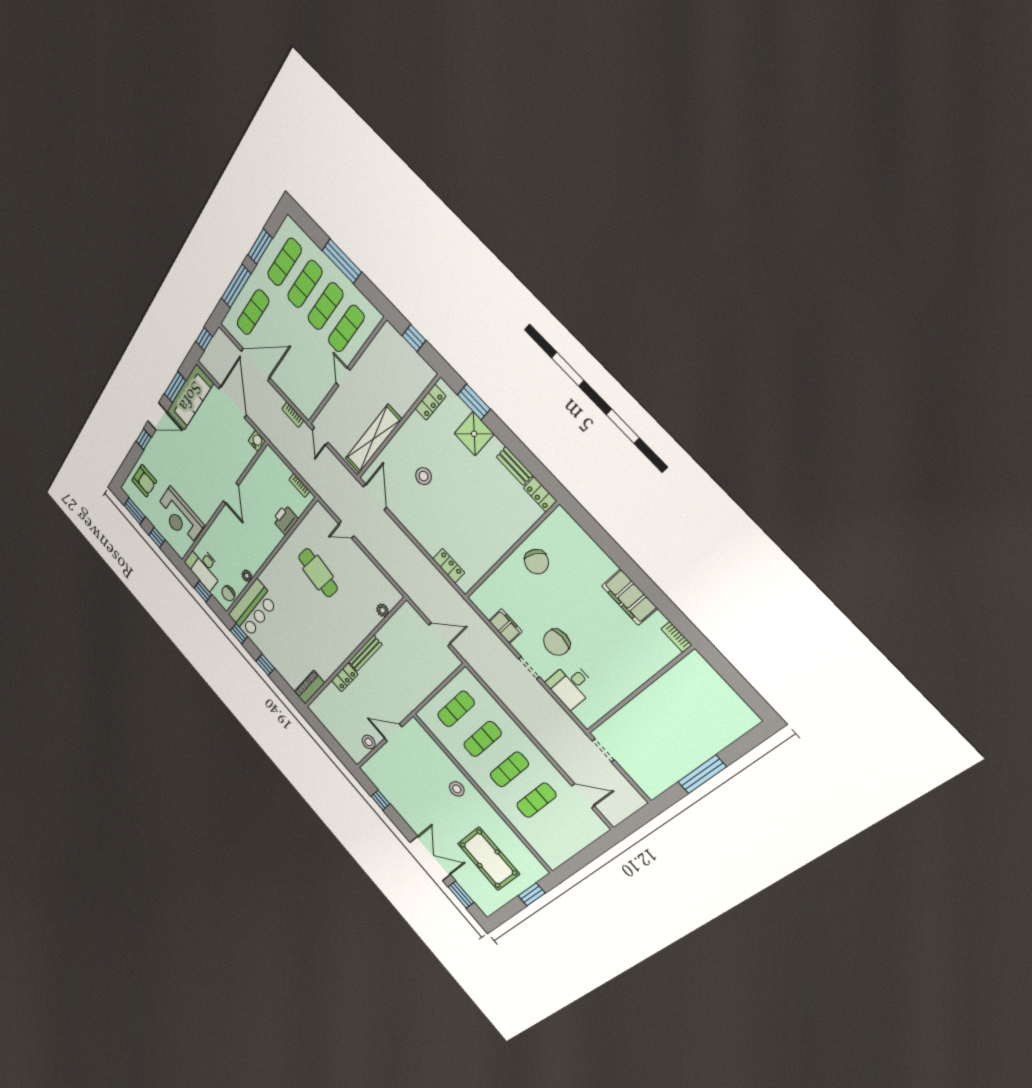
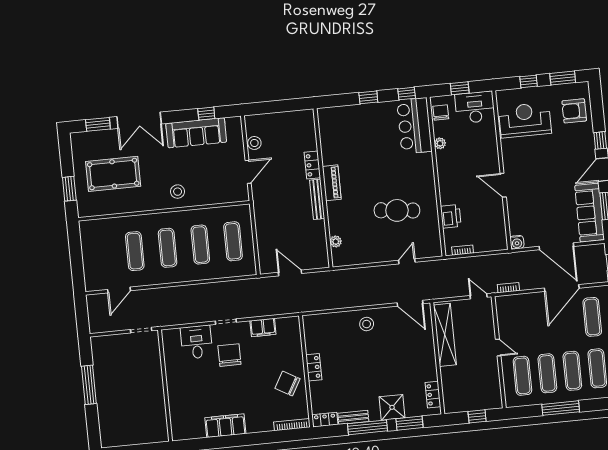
window: (512, 443) -> (367, 427), added
stool: (423, 476) -> (367, 324), moved
locker: (449, 566) -> (314, 367), moved, turned -90
door: (440, 634) -> (290, 273), swing flipped
bookcase: (676, 637) -> (292, 425), moved, width x1.56
piano: (309, 687) -> (332, 183), moved
sofa: (401, 800) -> (196, 133), added

